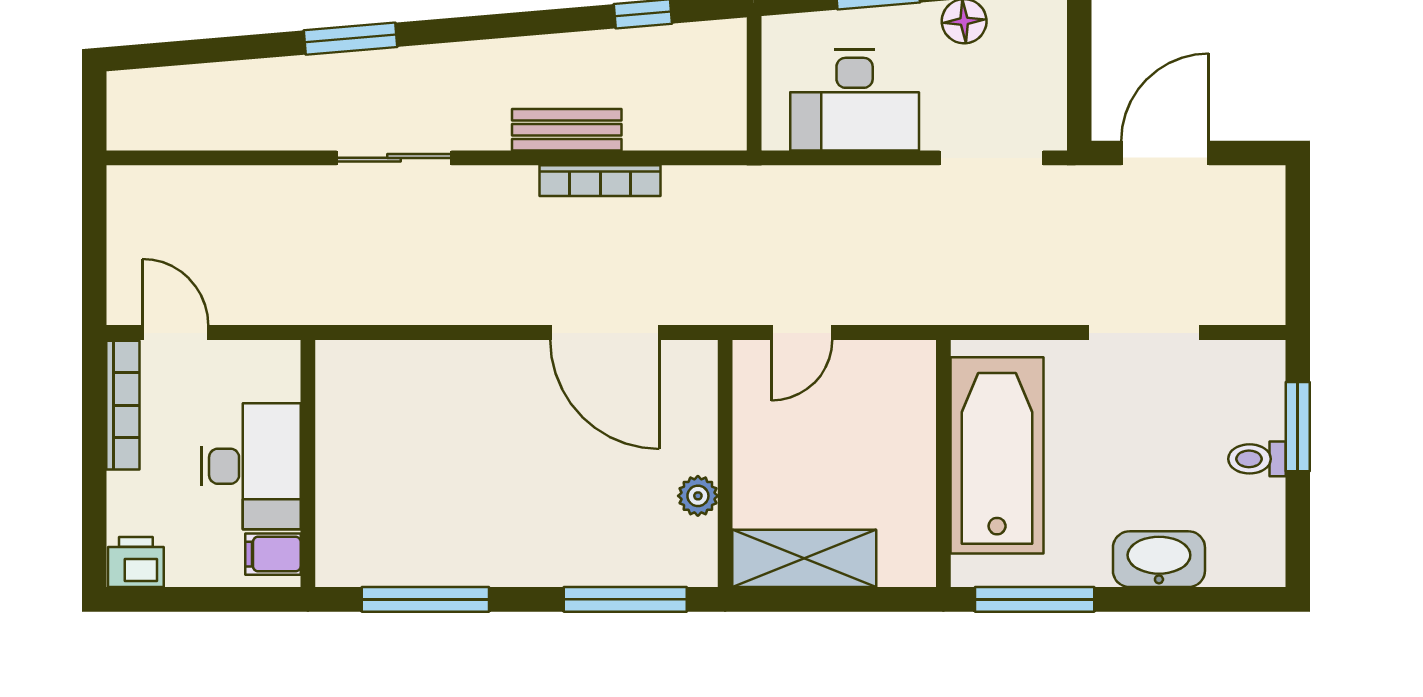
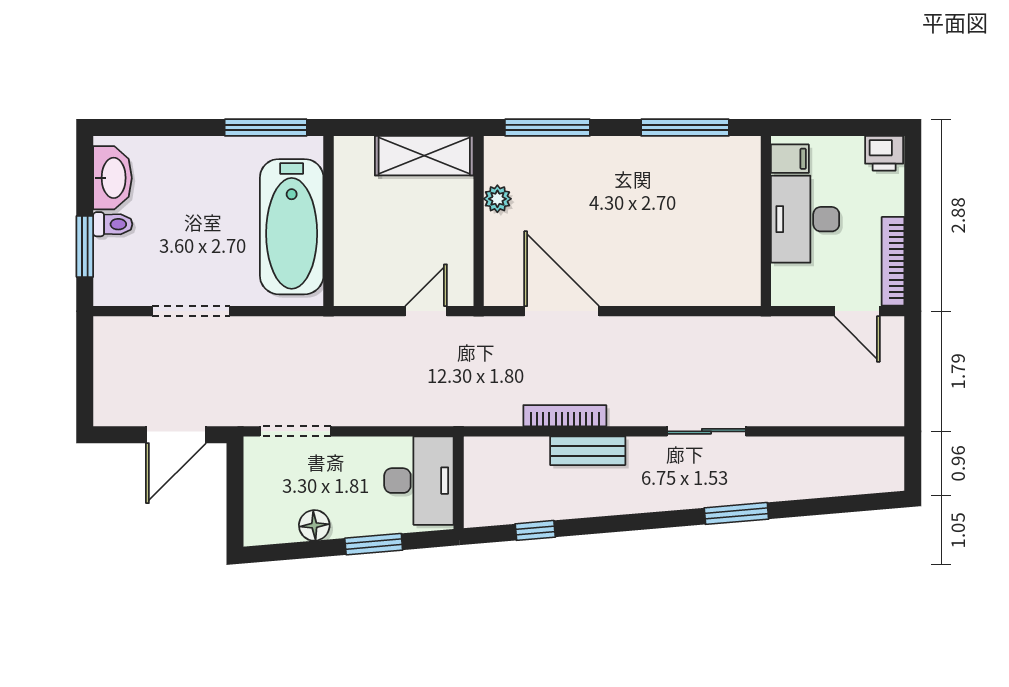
desk: (855, 100) -> (419, 481), moved, turned 90
washbasin: (1159, 559) -> (112, 178), moved, turned -90

